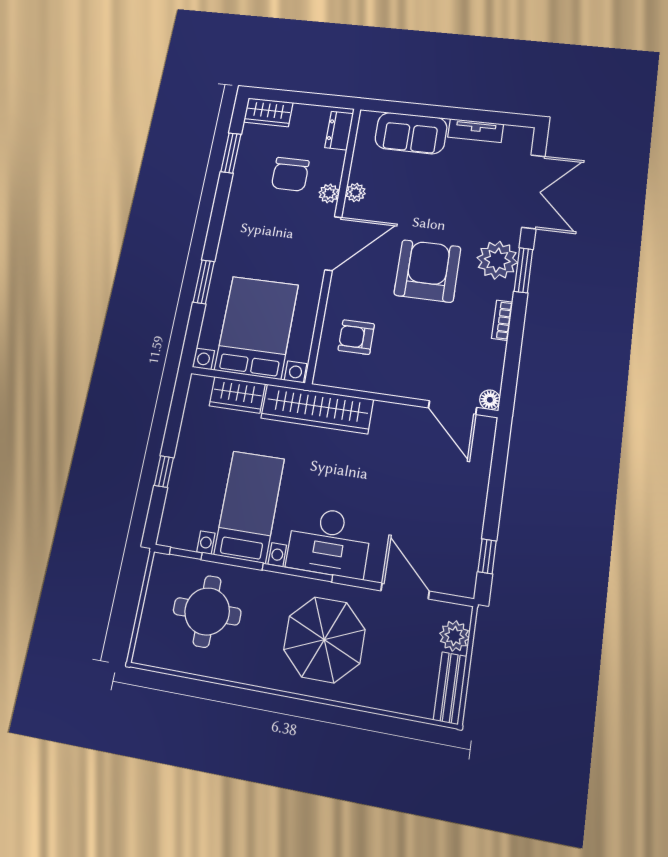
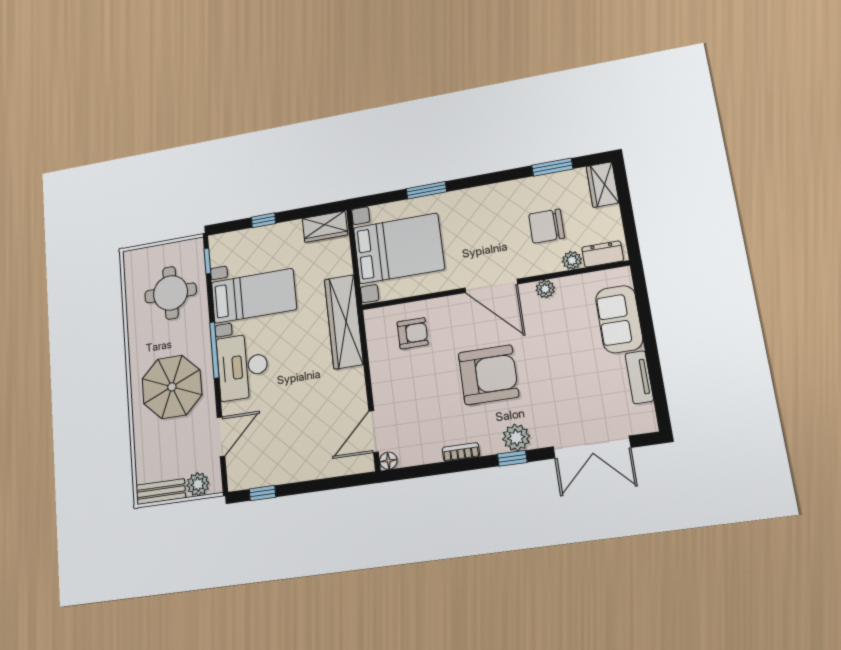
plant: (329, 193) -> (572, 260), moved
plant: (497, 260) -> (516, 438), width x0.73, depth x0.73
window: (523, 270) -> (512, 458), width x0.67
armchair: (356, 337) -> (413, 333), turned 90
wardrobe: (237, 395) -> (325, 227), moved, turned -90

